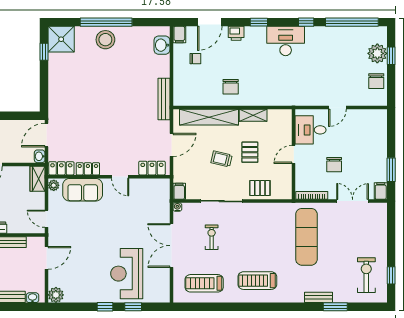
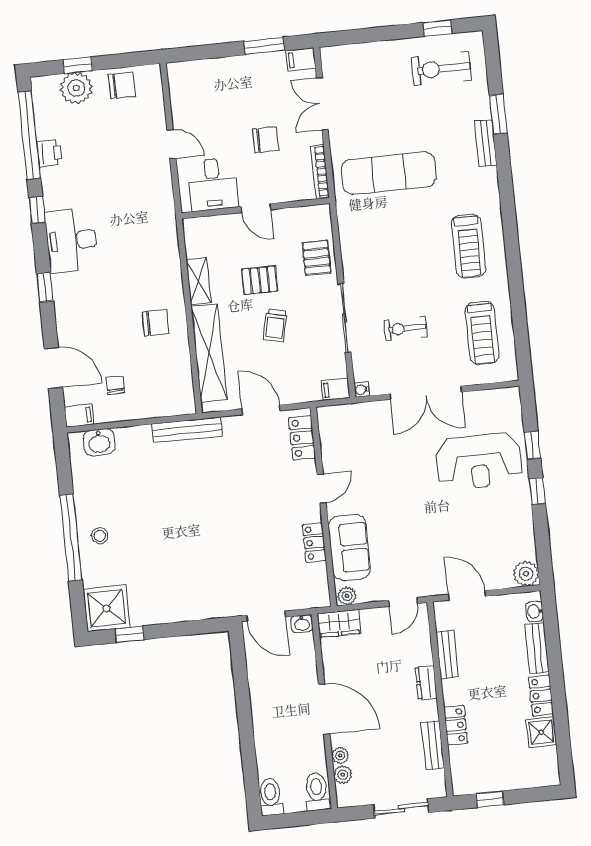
printer: (236, 33) -> (50, 153), moved
stool: (105, 40) -> (100, 536), width x0.53, depth x0.53
locker: (61, 168) -> (318, 586), removed

